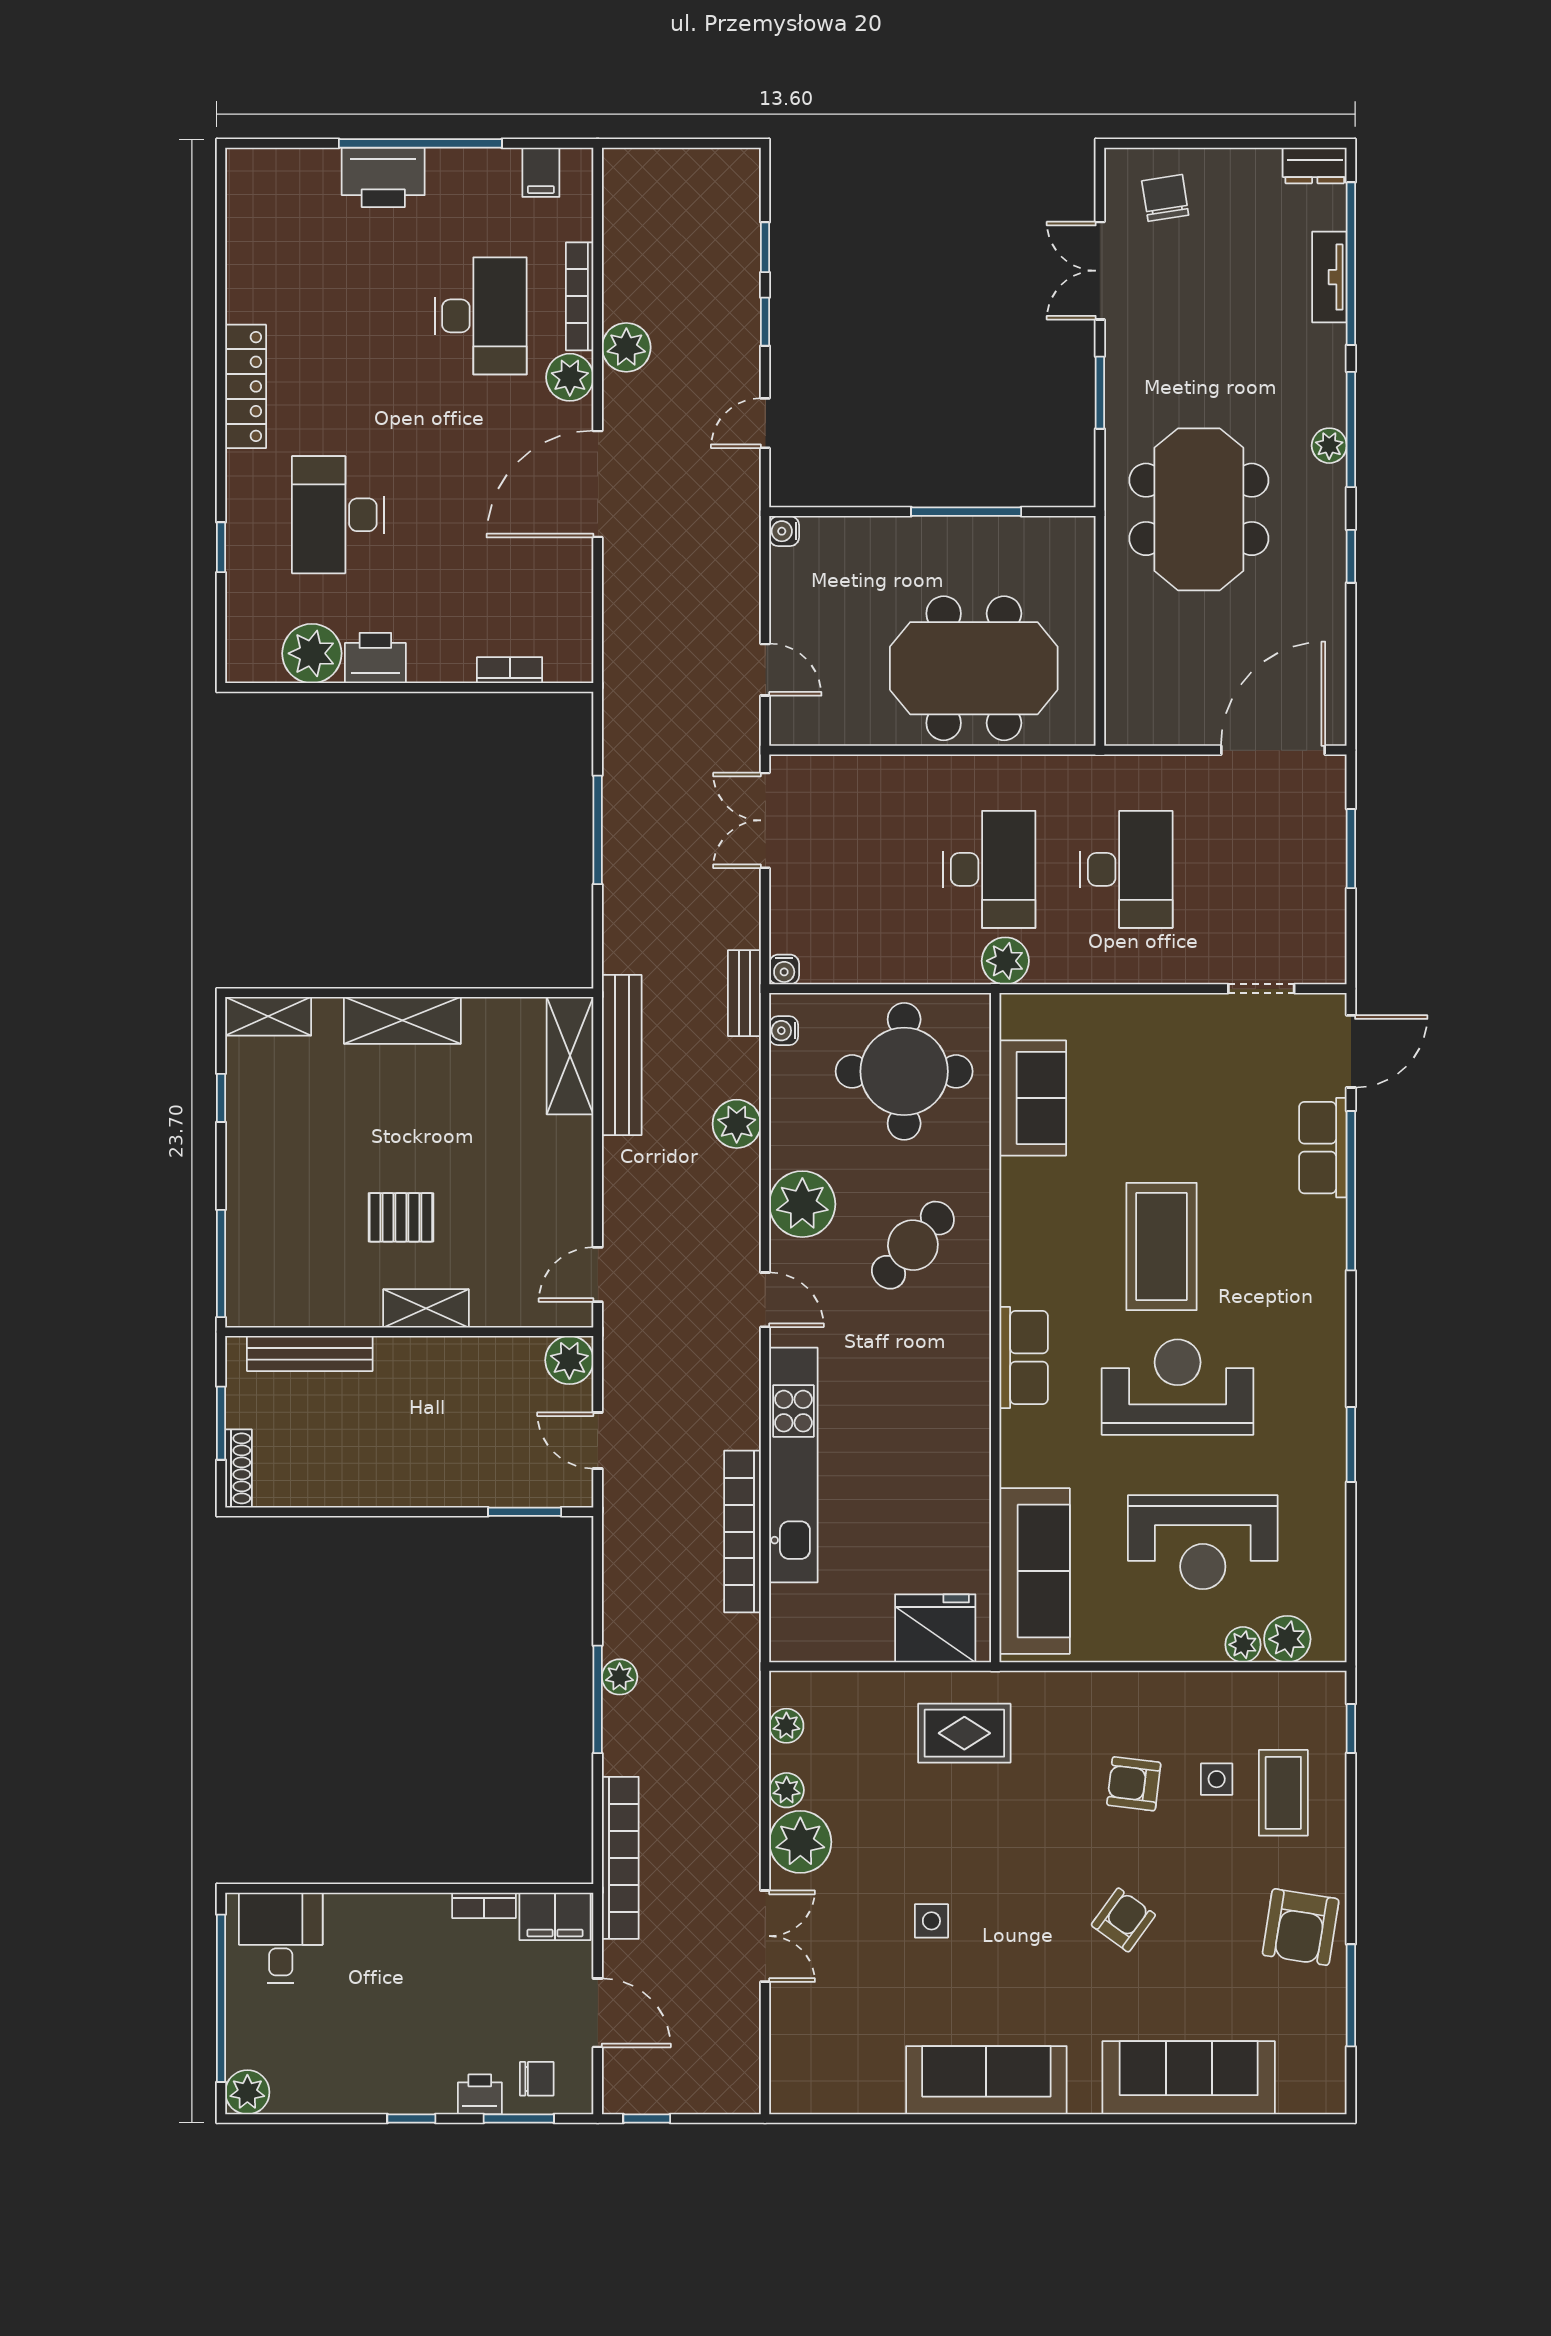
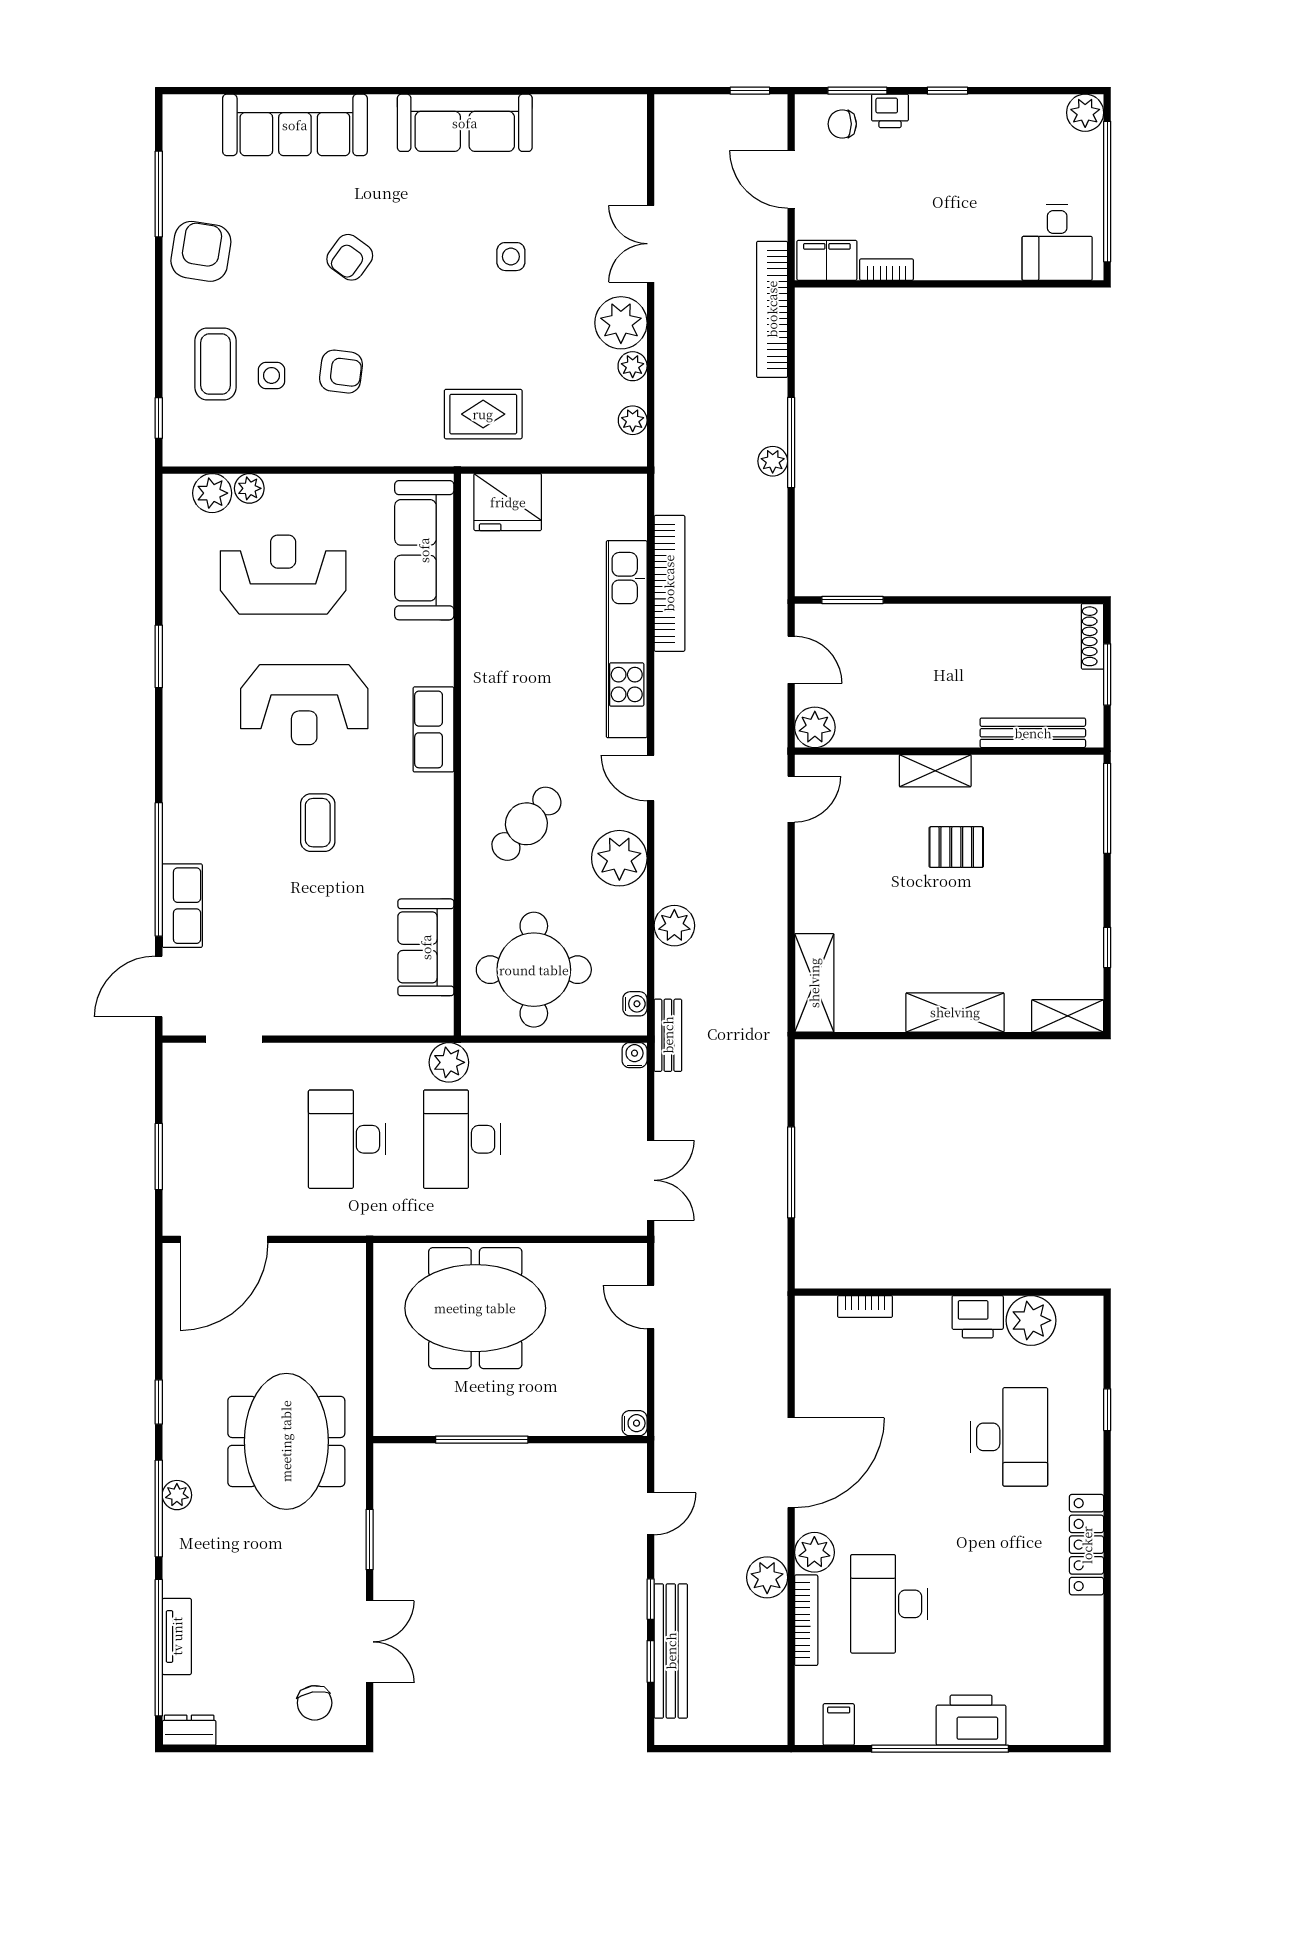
bench: (622, 1055) -> (671, 1651), moved
coffee table: (1162, 1247) -> (318, 823), width x0.54, depth x0.58

